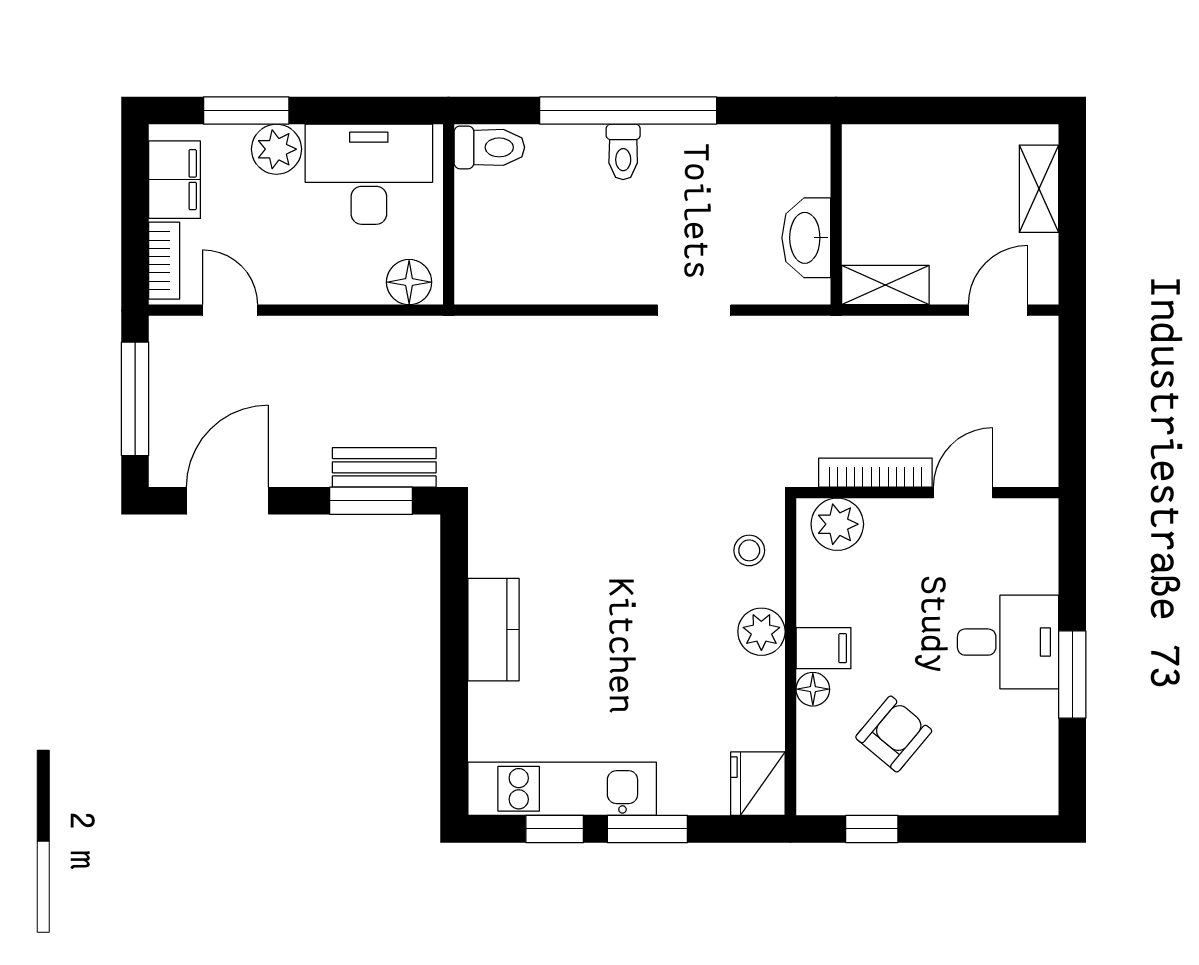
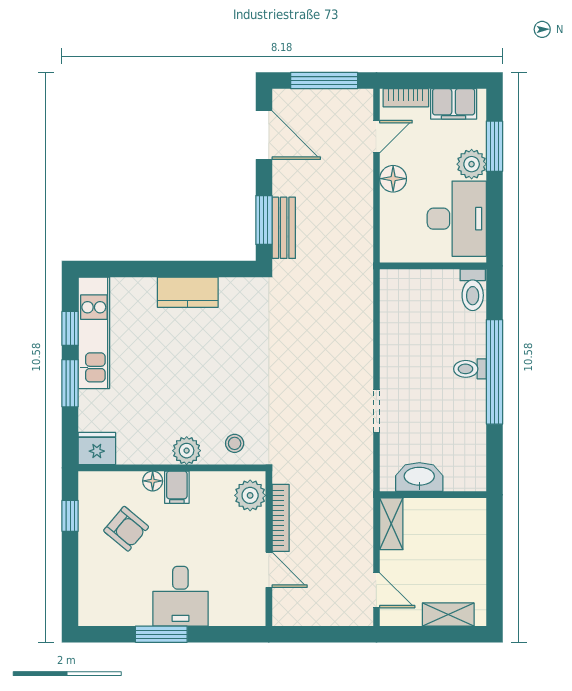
floor lamp: (409, 282) -> (393, 179), moved

